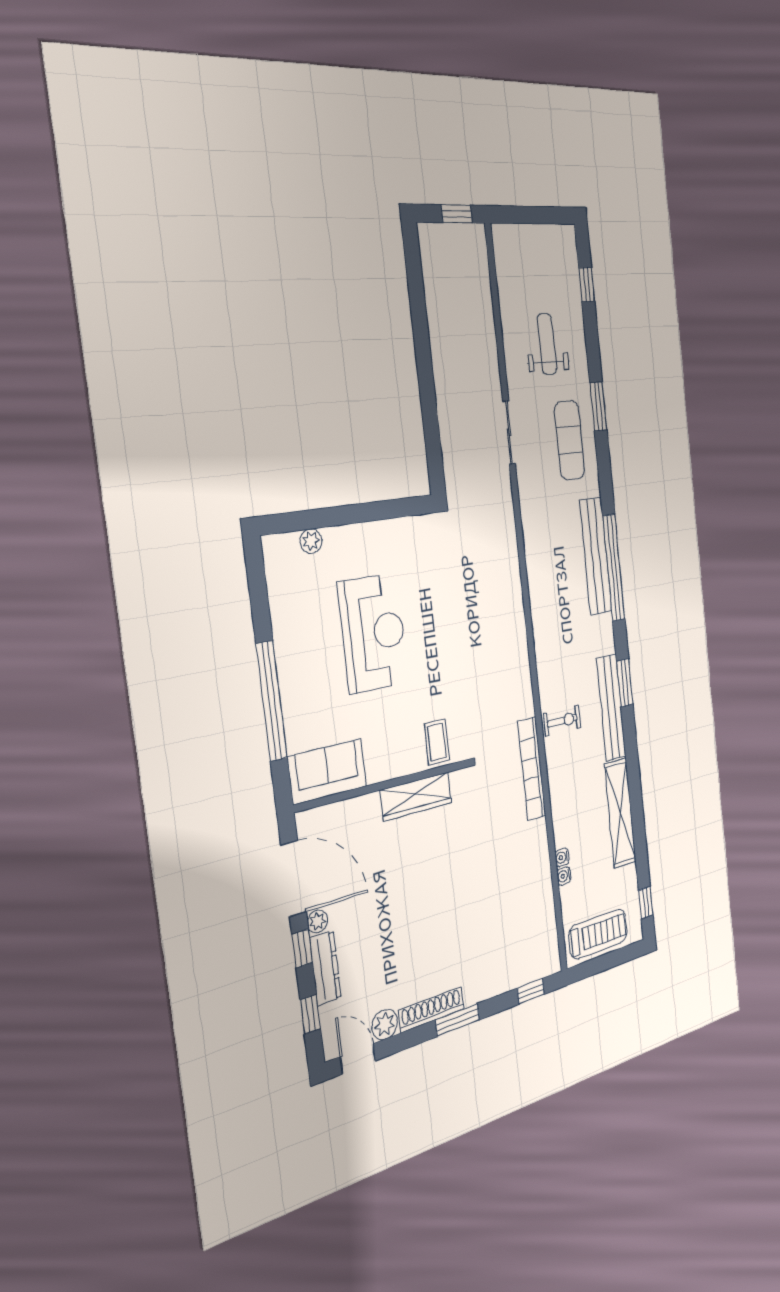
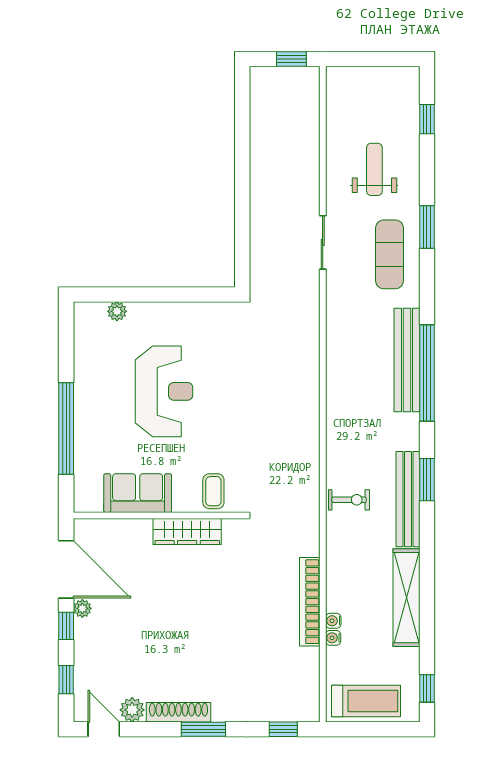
bookcase: (532, 769) -> (310, 602), moved
sofa: (327, 772) -> (138, 493), moved
dresser: (325, 968) -> (84, 647), removed

